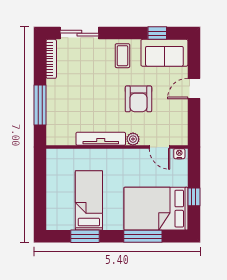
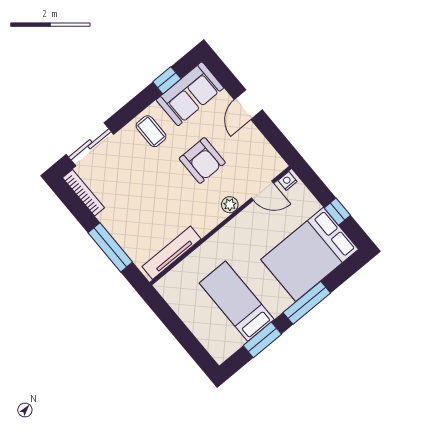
tv unit: (101, 139) -> (171, 253), moved
window: (143, 236) -> (307, 303), moved

